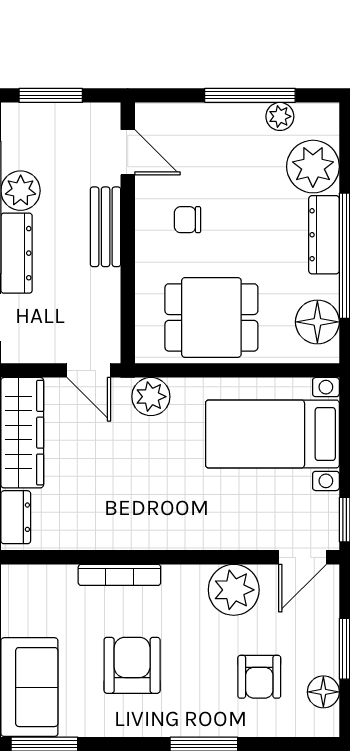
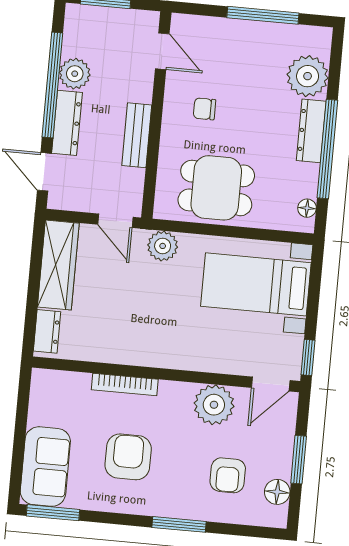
plant: (280, 116) -> (285, 34), removed
bench: (106, 227) -> (137, 135), moved
floor lamp: (317, 322) -> (307, 208), width x0.53, depth x0.53

